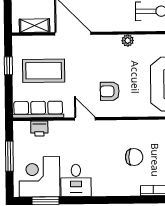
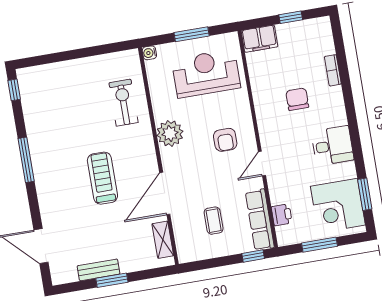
plant: (128, 41) -> (170, 133), width x1.87, depth x1.87
window: (8, 66) -> (253, 256), moved
coffee table: (44, 71) -> (214, 221), width x0.54, depth x0.58
desk: (76, 180) -> (332, 146), moved

